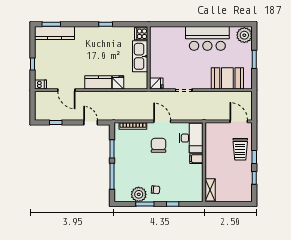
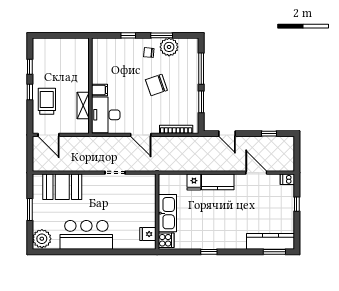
fridge: (156, 83) -> (148, 234), moved
chair: (159, 145) -> (156, 85), moved, turned 71
shelving: (210, 190) -> (83, 105), moved

